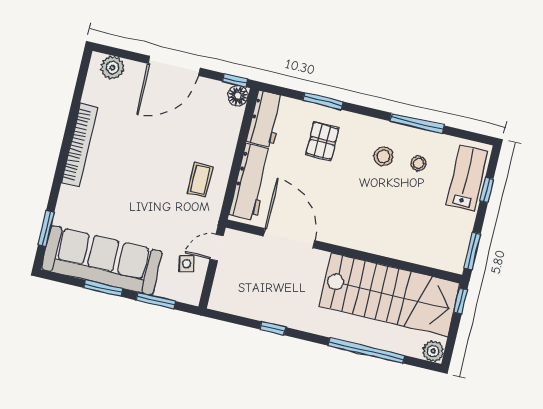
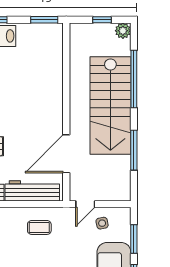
door: (217, 248) -> (85, 204), hinge flipped
stairs: (390, 295) -> (110, 106), moved, turned 180
window: (460, 301) -> (102, 20), moved
window: (273, 328) -> (134, 150), width x2.17

